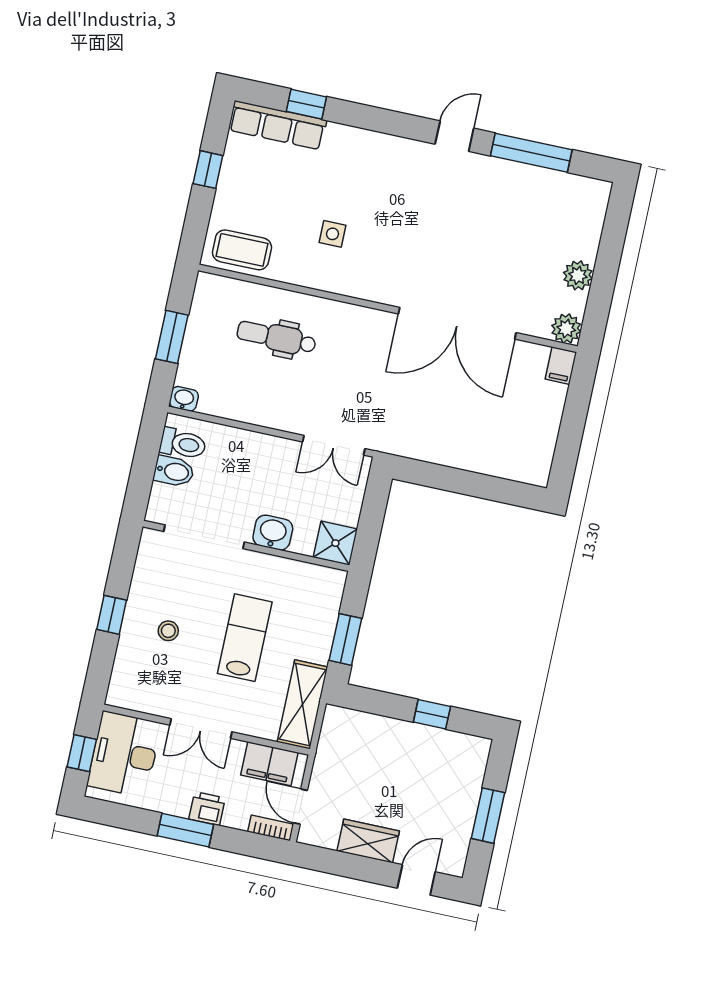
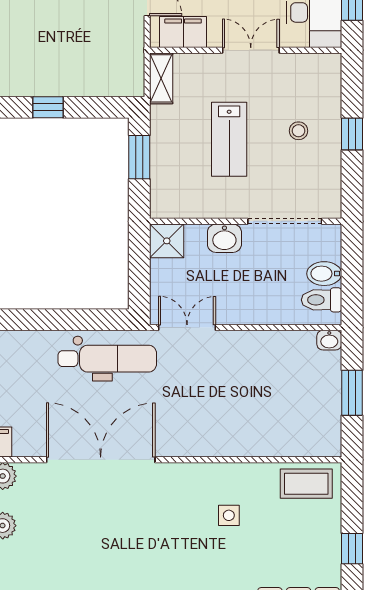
dental chair: (276, 337) -> (107, 359), moved, width x1.36, depth x1.38
shelving: (302, 704) -> (161, 78), width x0.67, depth x0.75

